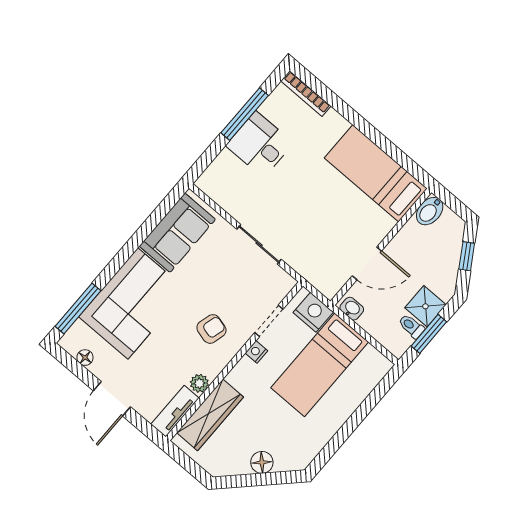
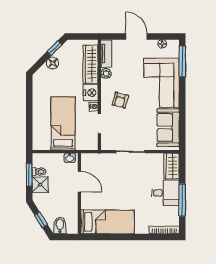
wardrobe: (219, 174) -> (172, 166), added
bidet: (430, 211) -> (60, 225), moved
door: (367, 263) -> (79, 182), swing flipped
nightstand: (313, 312) -> (91, 93), moved, turned -90
window: (241, 481) -> (55, 48), added

